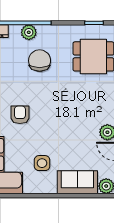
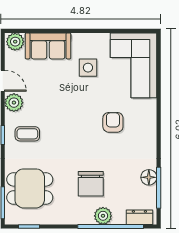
coffee table: (96, 105) -> (27, 134), added
armchair: (20, 115) -> (113, 122), turned 180

